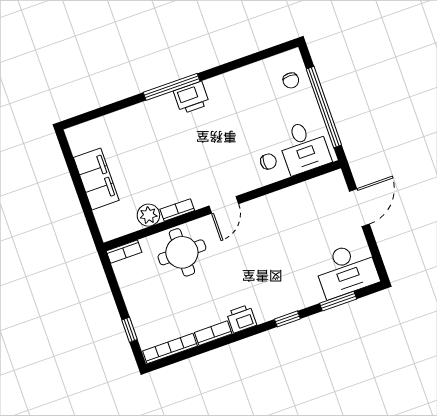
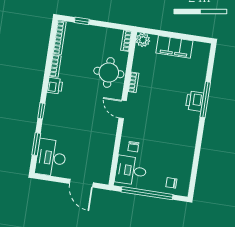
window: (172, 87) -> (205, 100), moved
printer: (191, 98) -> (194, 101), moved
plant: (148, 215) -> (143, 40), moved

